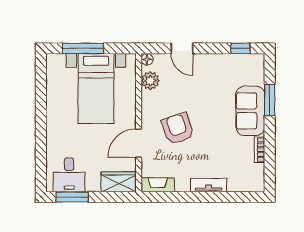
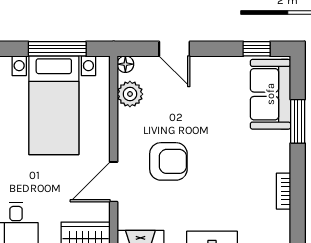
window: (83, 48) -> (57, 49), moved
sofa: (250, 111) -> (270, 94), moved
armchair: (178, 129) -> (168, 161), turned 108

